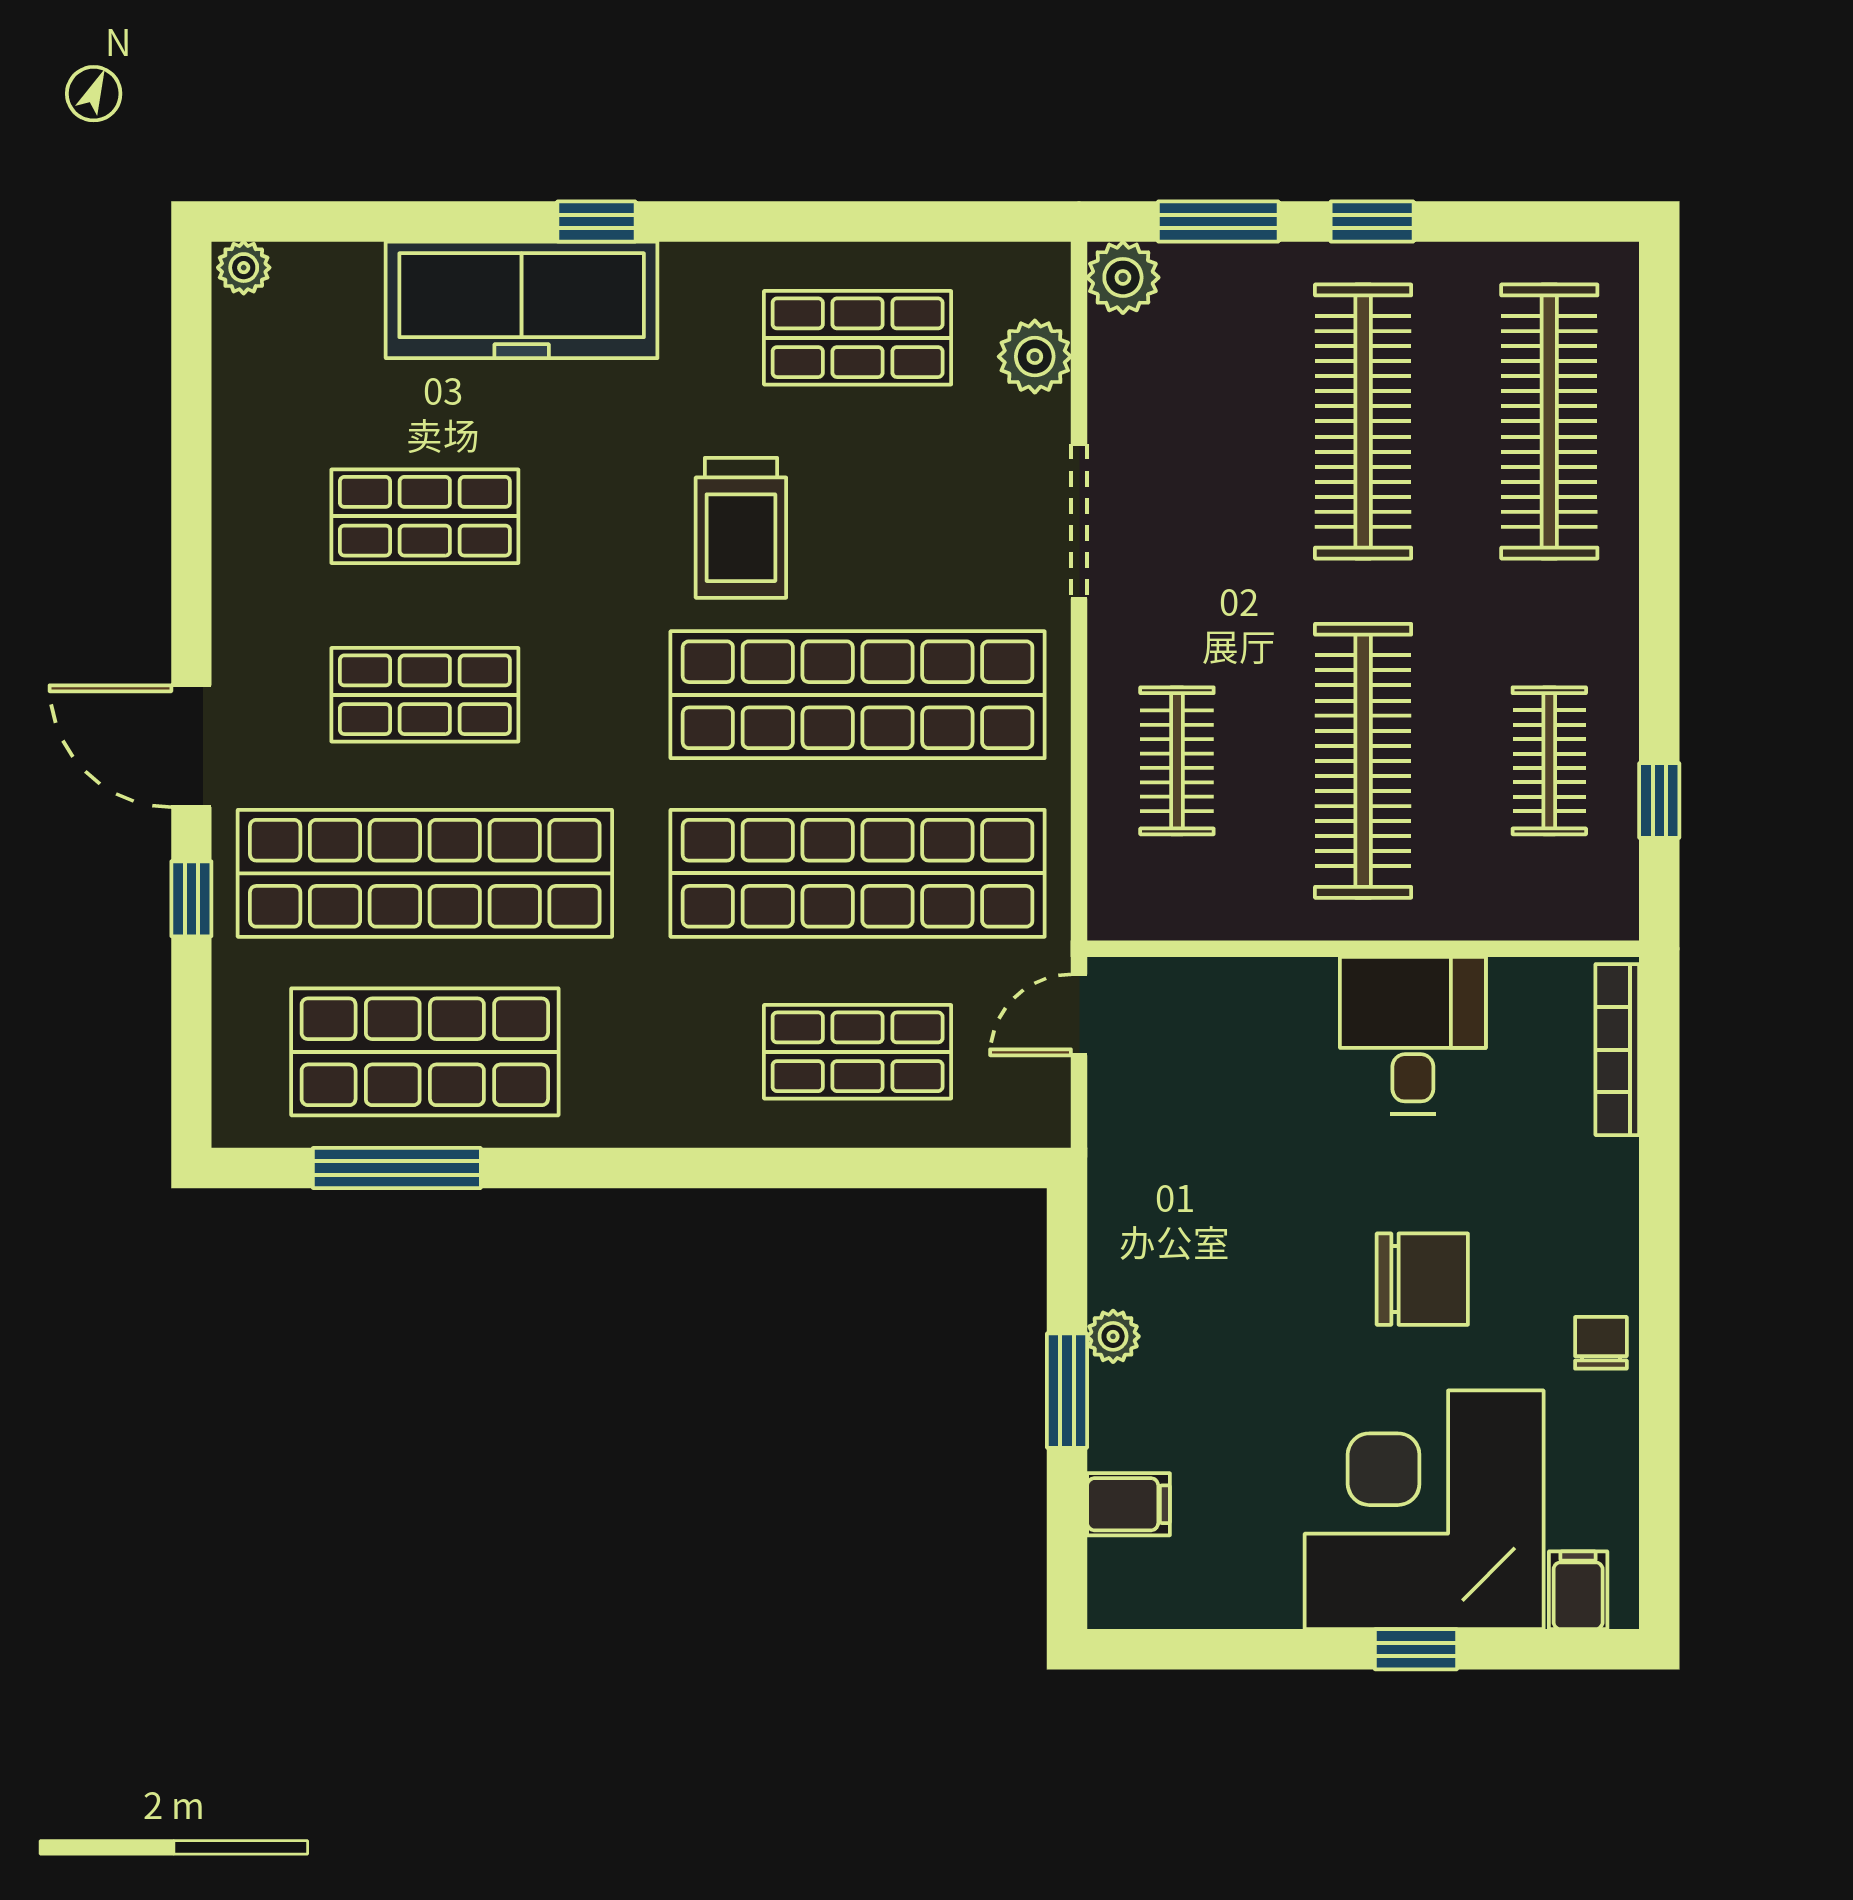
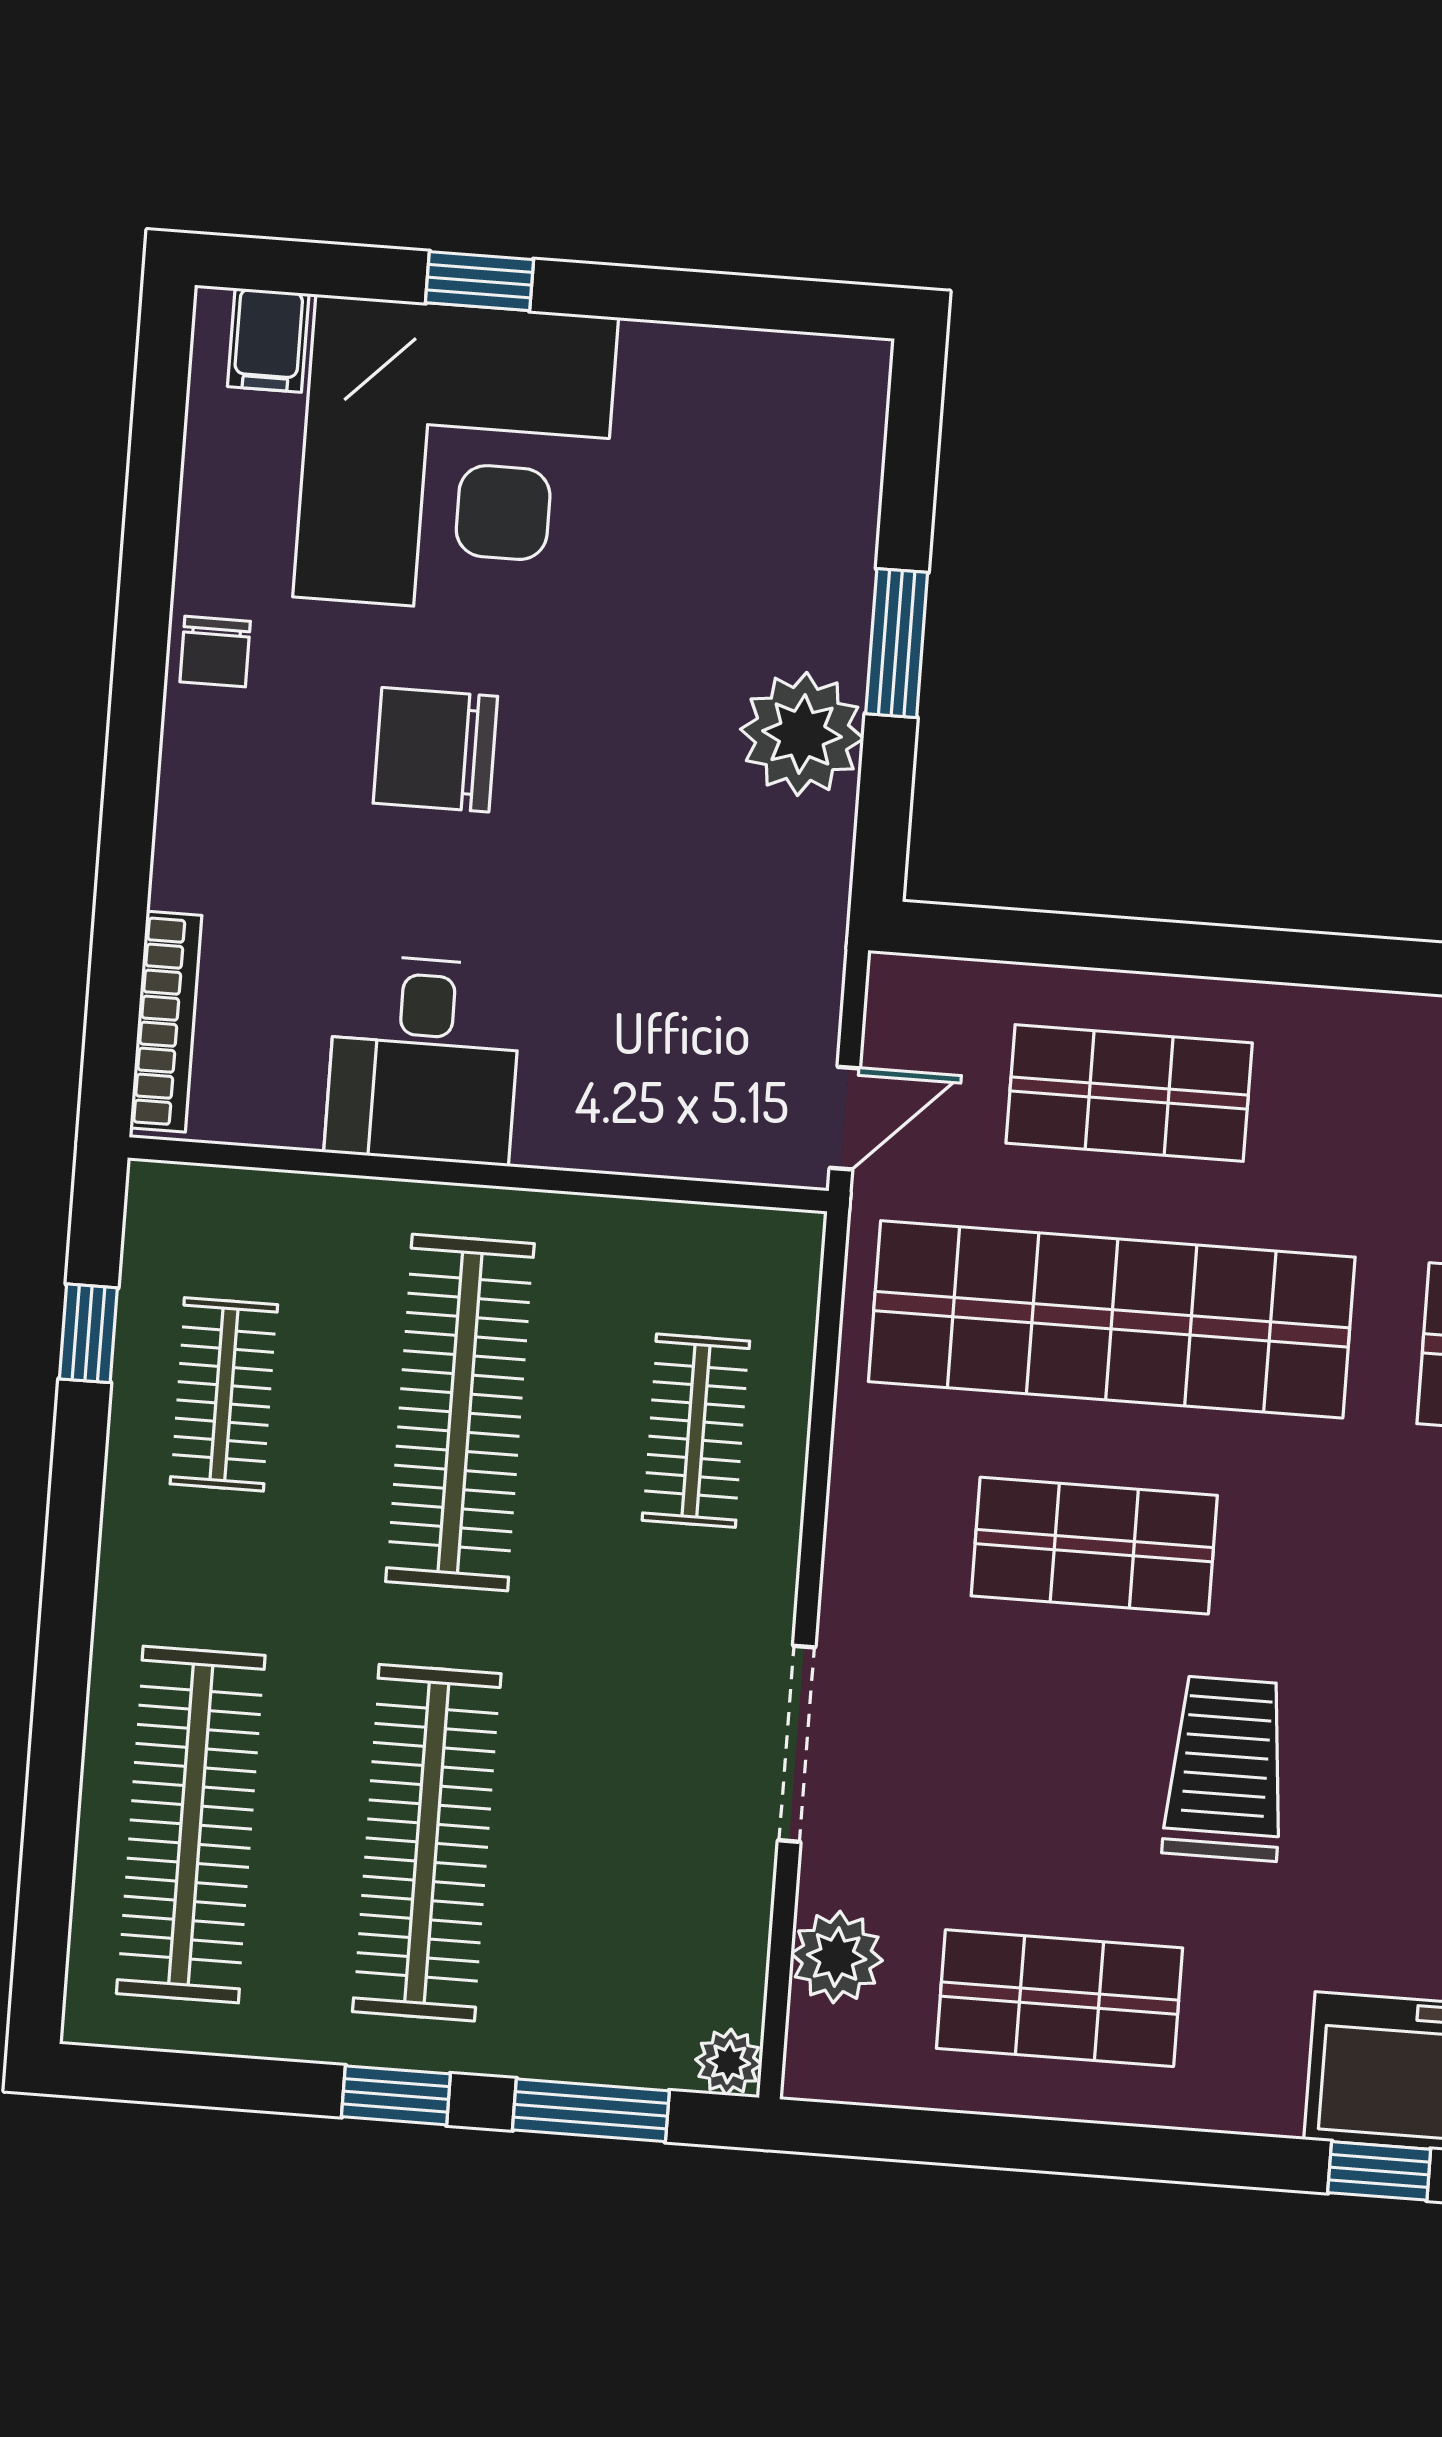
plant: (1123, 277) -> (729, 2062), width x0.73, depth x0.73
shop shelf: (858, 695) -> (1094, 1546), width x0.50, depth x0.74
plant: (1113, 1336) -> (802, 734), width x1.88, depth x1.88
filing cabinet: (1128, 1504) -> (830, 493), removed

